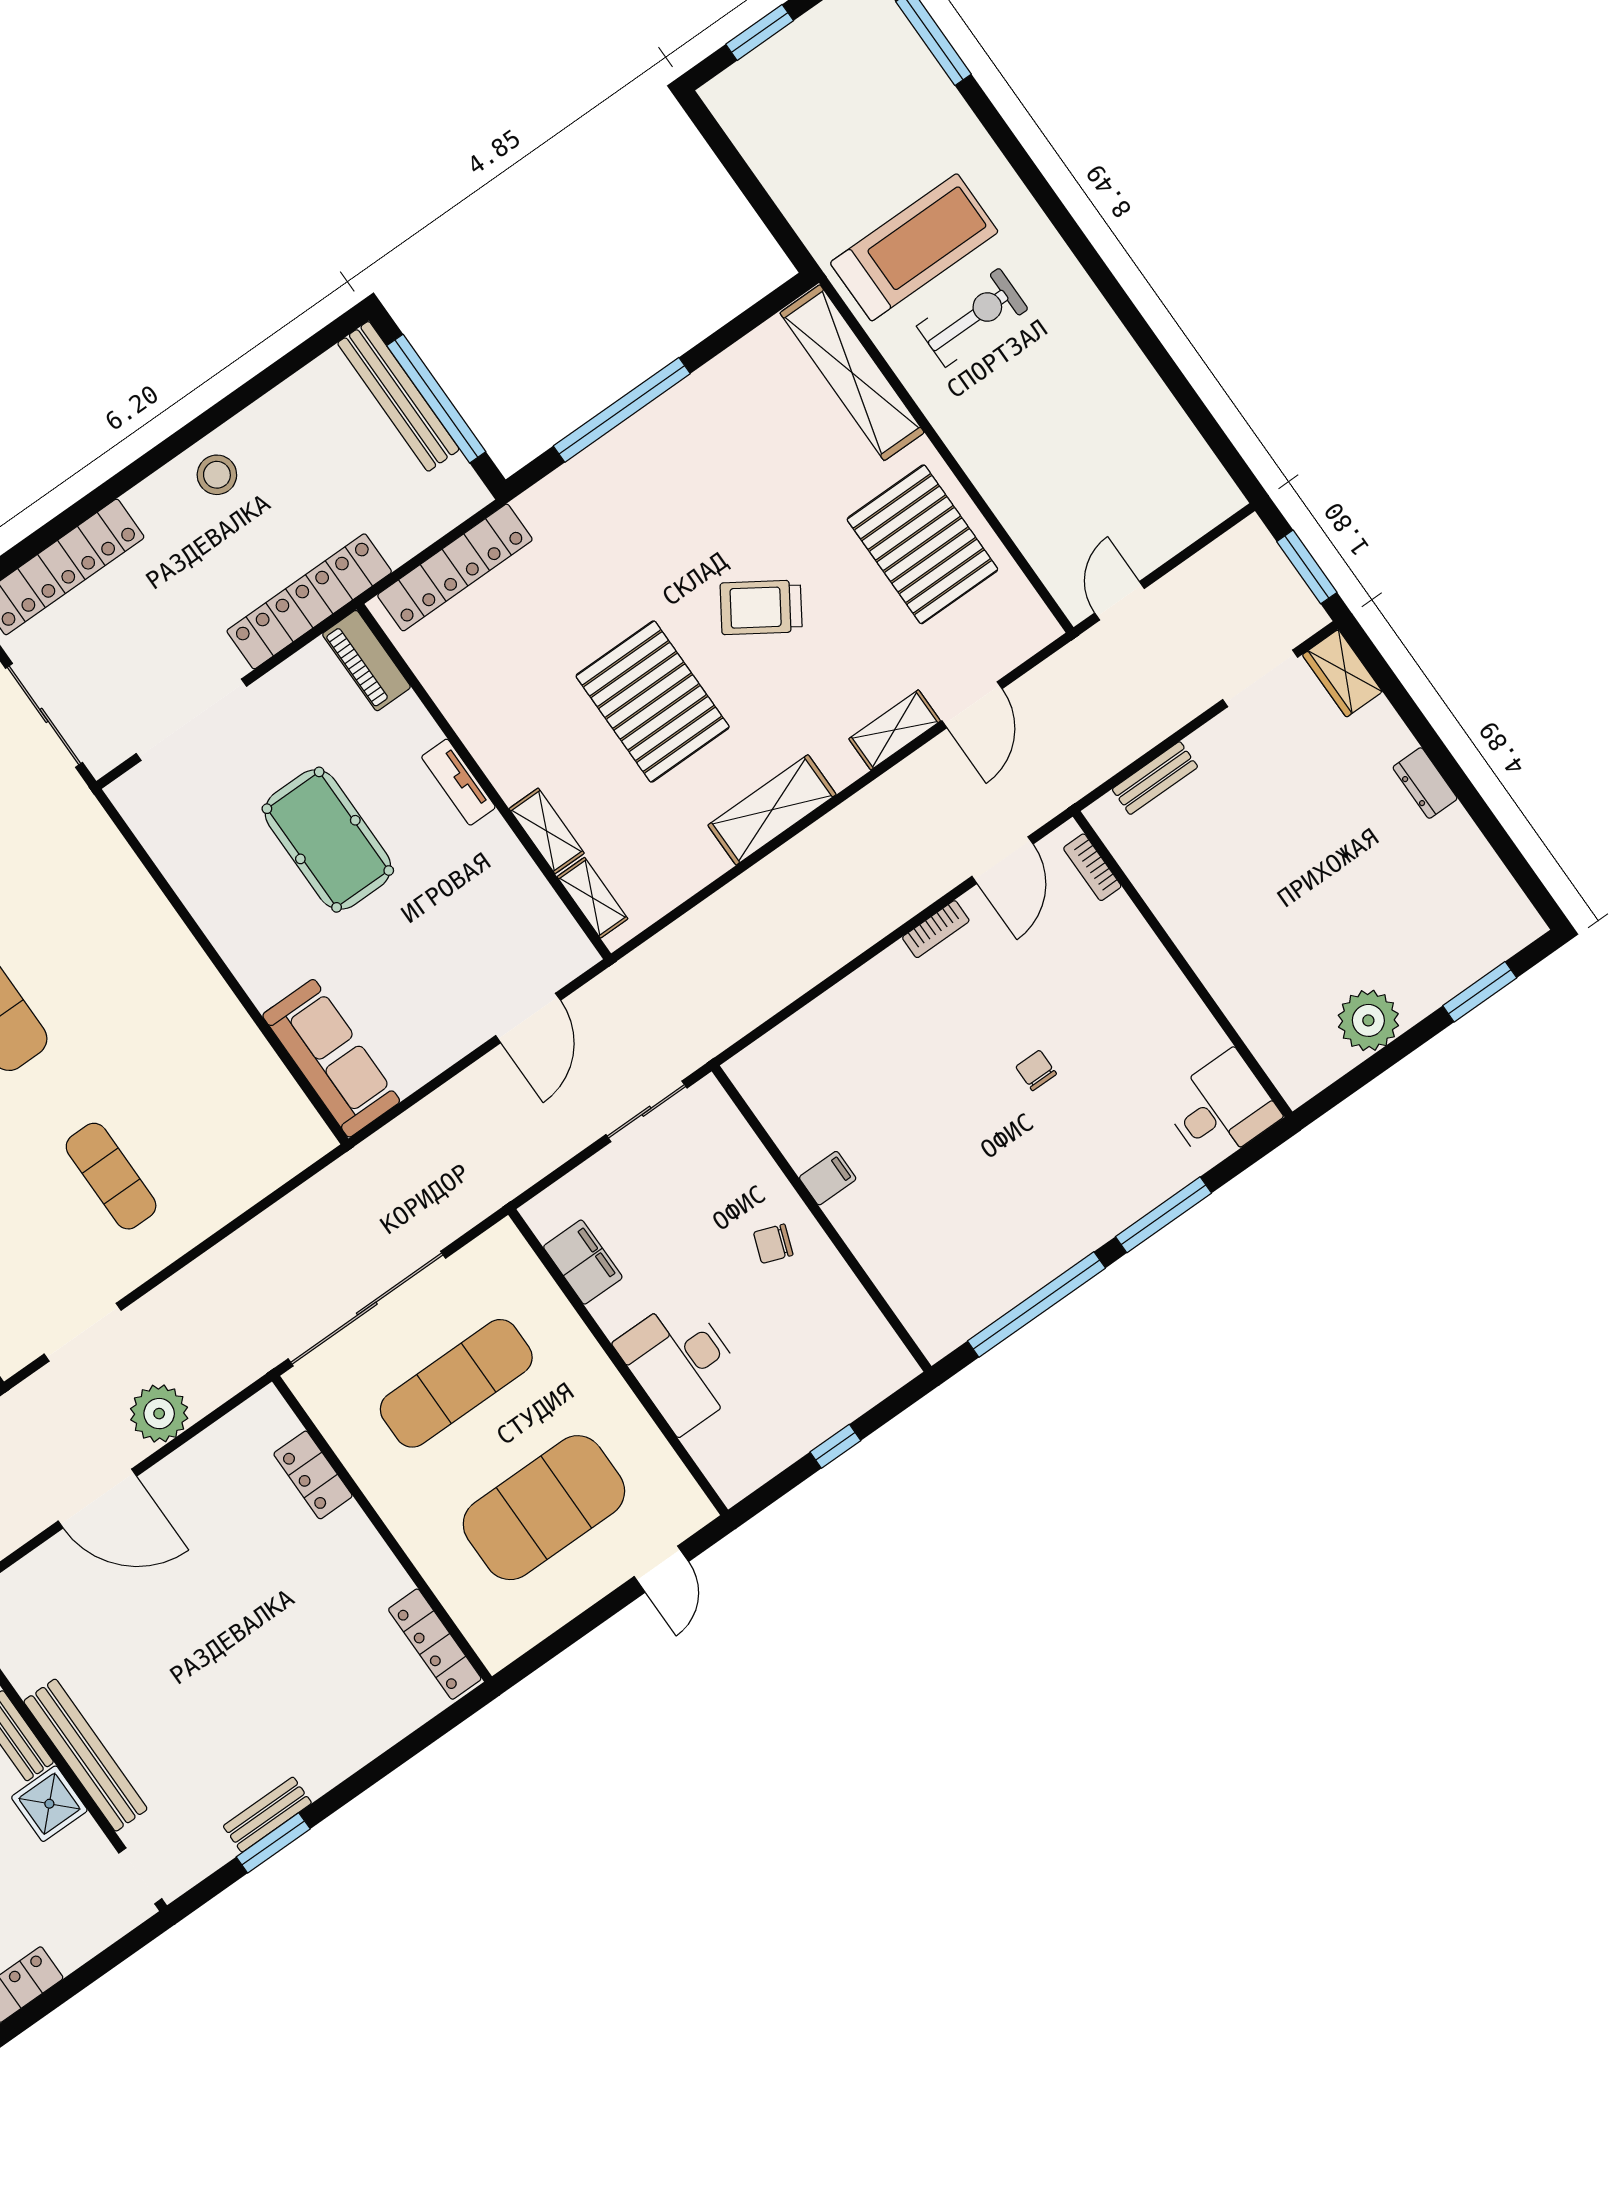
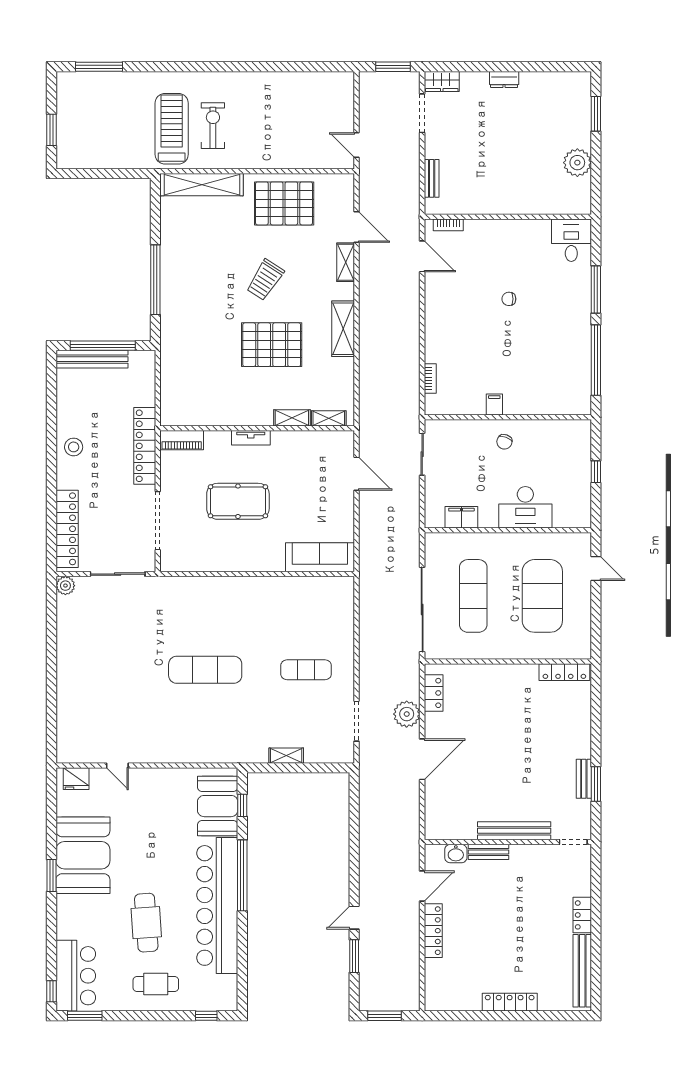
locker: (455, 567) -> (170, 383), removed
bookcase: (936, 929) -> (430, 379), moved
locker: (313, 1475) -> (434, 693), moved, turned -90
shower: (49, 1804) -> (523, 857), removed

